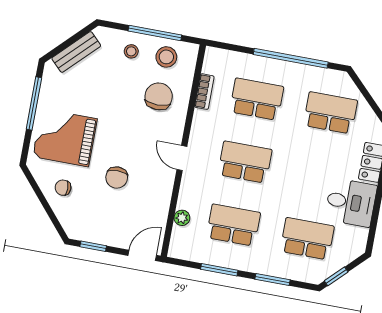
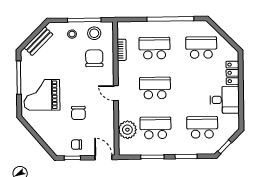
chair: (63, 188) -> (77, 145), moved
plant: (182, 218) -> (127, 130), width x1.88, depth x1.88
door: (142, 255) -> (103, 158), hinge flipped

